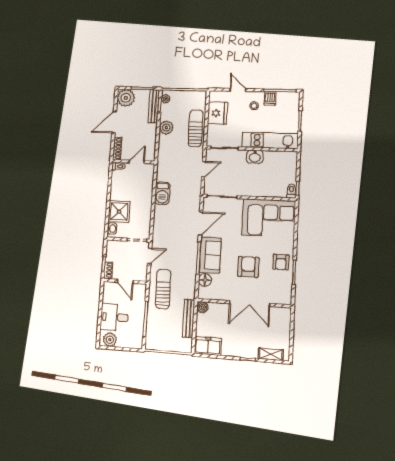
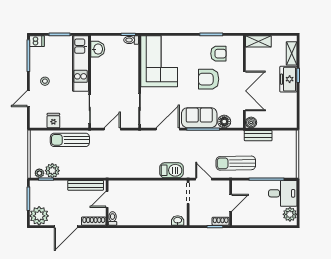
dishwasher: (270, 98) -> (37, 41), moved
bench: (154, 106) -> (86, 185), moved
fridge: (217, 113) -> (53, 121), width x0.53, depth x0.75
door: (114, 122) -> (66, 227), hinge flipped
plant: (166, 128) -> (52, 171), moved
washbasin: (255, 157) -> (98, 49), moved
door: (137, 162) -> (107, 199), hinge flipped
door: (204, 169) -> (112, 129), hinge flipped
barbecue: (162, 193) -> (172, 170), moved
shower: (119, 212) -> (160, 214), removed
door: (200, 223) -> (168, 129), hinge flipped
armchair: (281, 262) -> (218, 54), moved
double door: (250, 304) -> (244, 91), moved
desk: (114, 317) -> (283, 193), moved, turned -90
bench: (189, 318) -> (258, 136), width x0.73
shelving: (285, 321) -> (258, 41), added
freezer: (208, 346) -> (288, 79), moved

